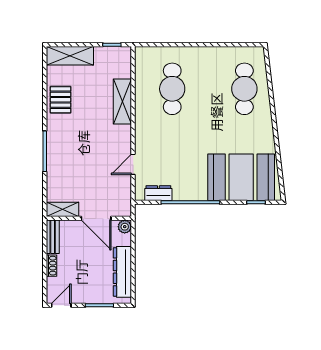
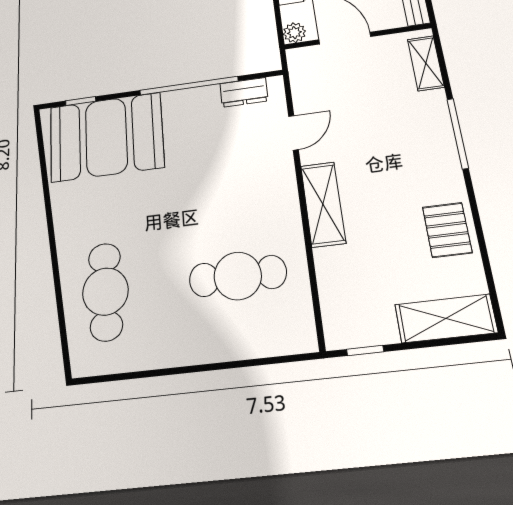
cafe table: (172, 89) -> (238, 276), turned 90
shelving: (122, 101) -> (323, 204), moved
shelving: (62, 209) -> (426, 63), moved, turned 90

